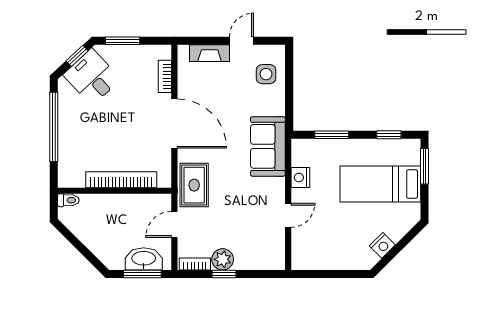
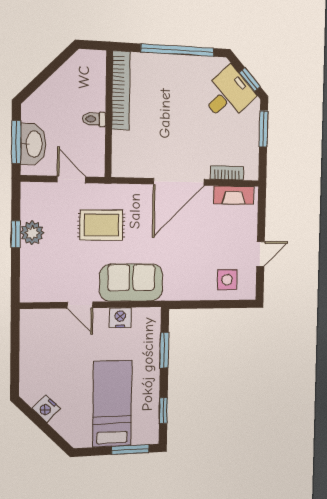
door: (241, 41) -> (261, 254), hinge flipped
fireplace: (210, 53) -> (234, 195), moved, turned -90
sofa: (268, 146) -> (131, 283), moved
bookcase: (121, 180) -> (121, 91), moved
rug: (194, 185) -> (101, 225), moved
toilet: (68, 200) -> (94, 119), moved, turned 90
bookcase: (195, 264) -> (27, 202), removed

